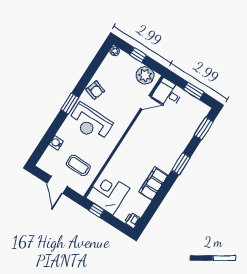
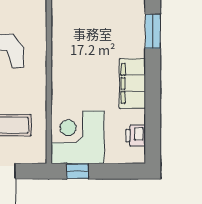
printer: (132, 220) -> (136, 136), moved

